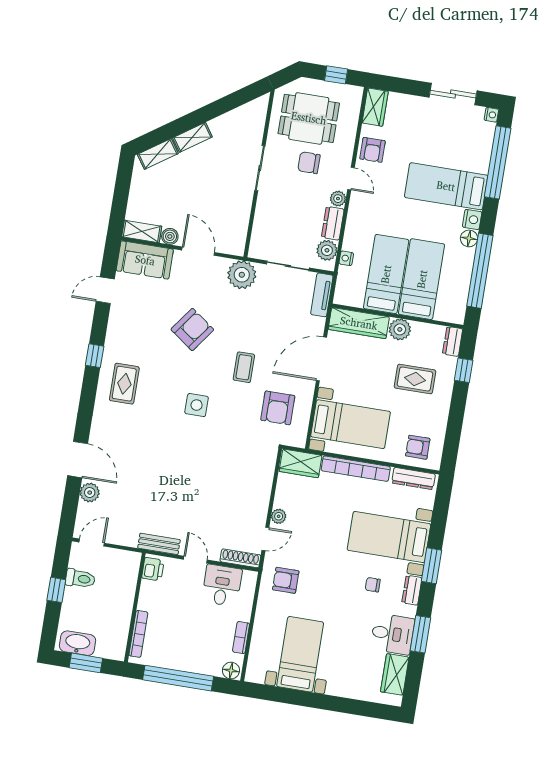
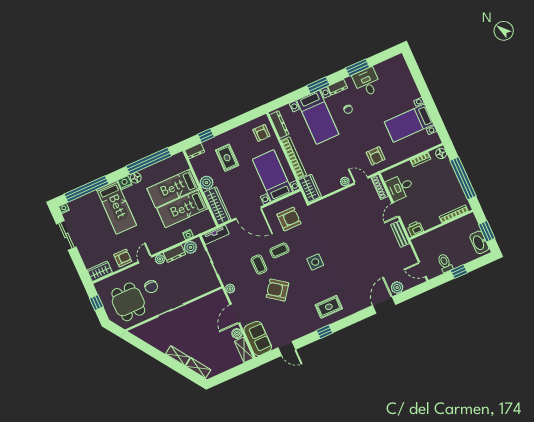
plant: (242, 275) -> (230, 289), width x0.53, depth x0.53
coffee table: (243, 327) -> (259, 264), added
wardrobe: (395, 674) -> (387, 67), removed

